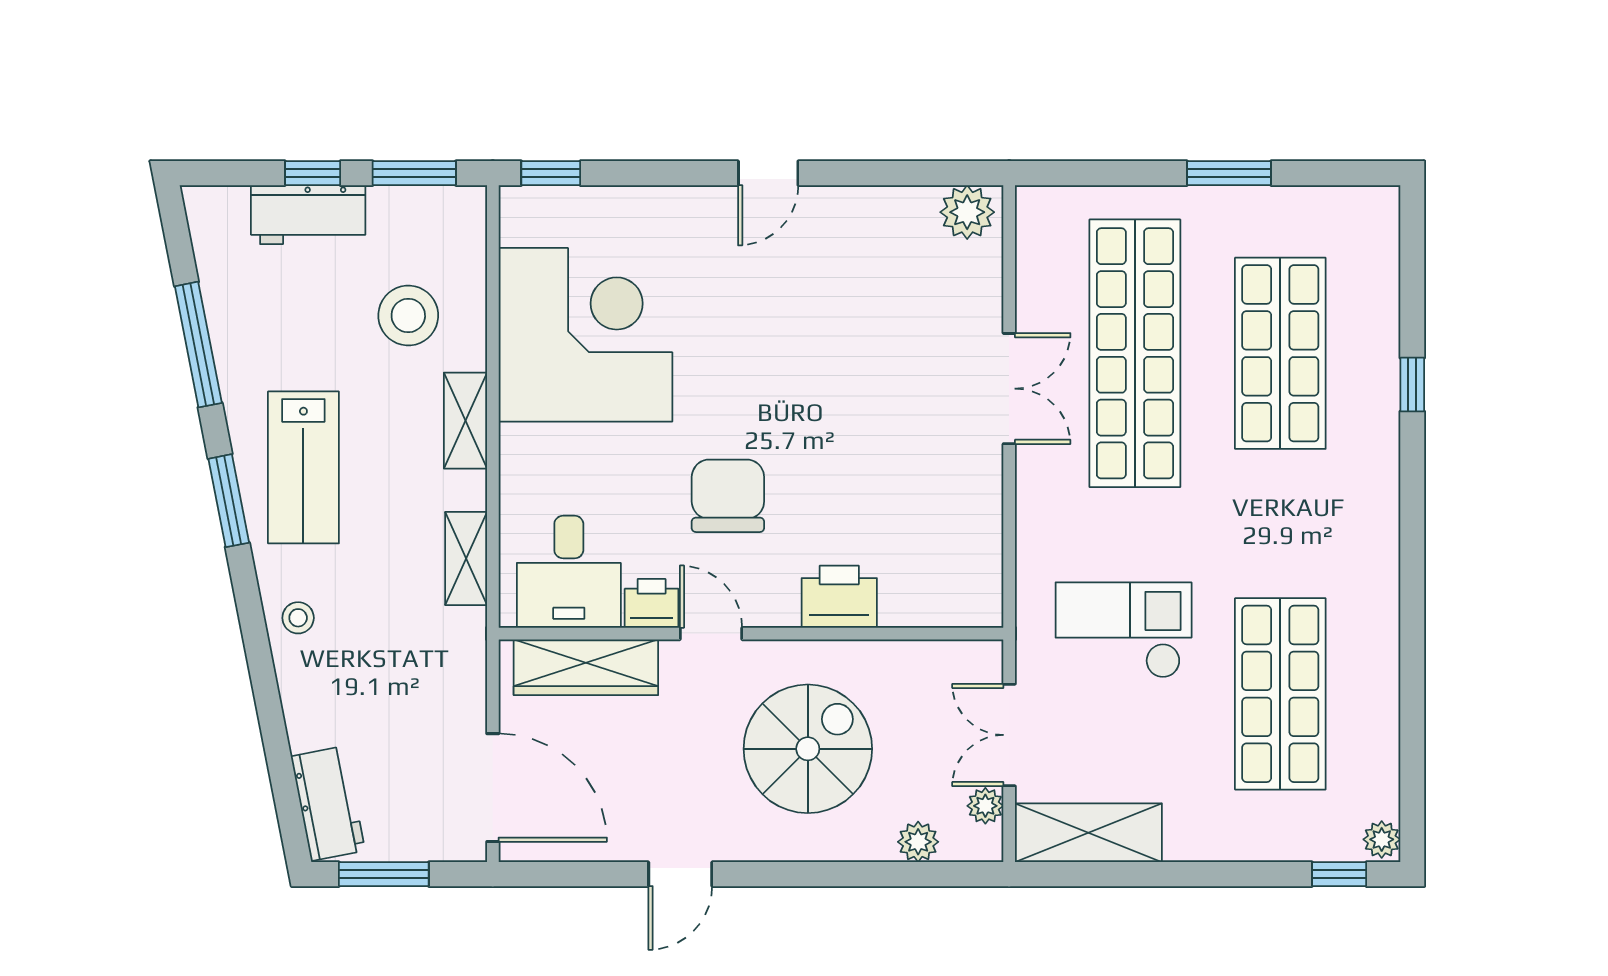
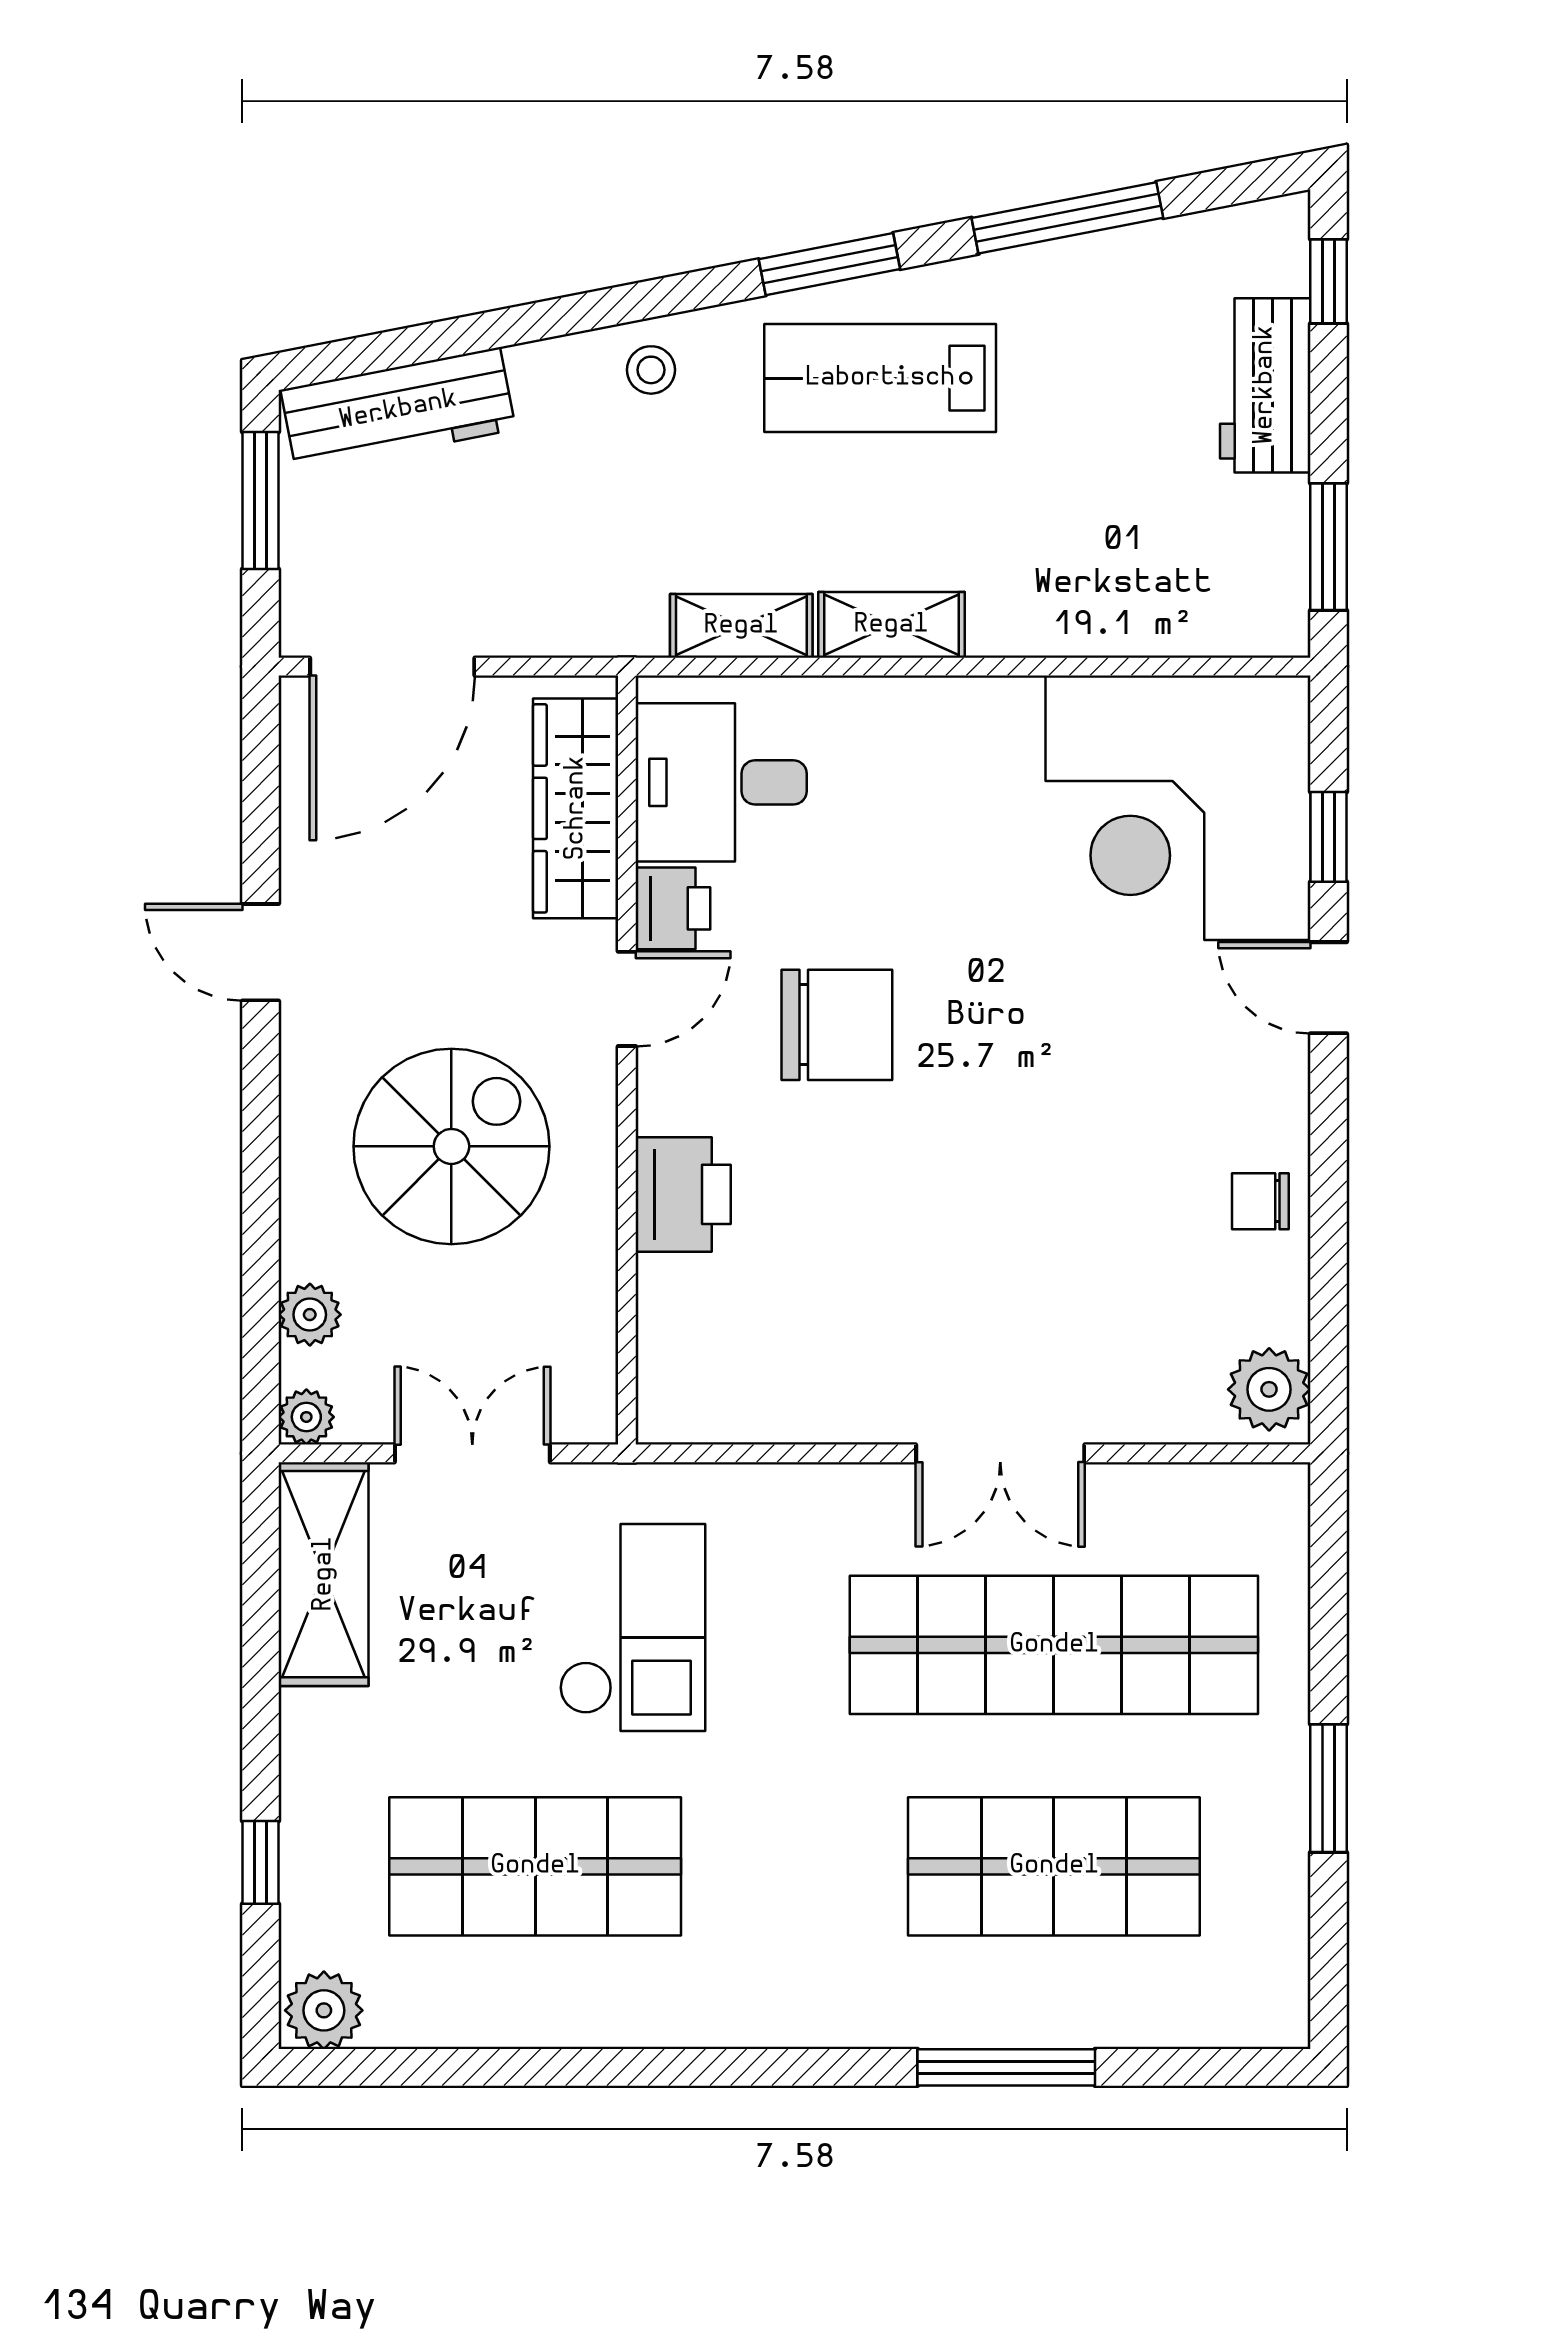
window: (313, 173) -> (1329, 281), moved
window: (551, 173) -> (1329, 837), moved
door: (768, 173) -> (1329, 988), moved
chair: (844, 218) -> (1260, 1201), added
stool: (408, 316) -> (1112, 538), removed
corner desk: (585, 335) -> (1178, 808), moved, turned 90
window: (1412, 385) -> (1006, 2067), width x2.17
shelving: (465, 421) -> (891, 625), moved
spiral stairs: (808, 749) -> (451, 1146), turned -90
workbench: (328, 803) -> (398, 410), width x1.38
plant: (985, 806) -> (306, 1417), moved
plant: (1382, 839) -> (324, 2010), width x1.38, depth x1.38
window: (1339, 874) -> (261, 1862), moved

